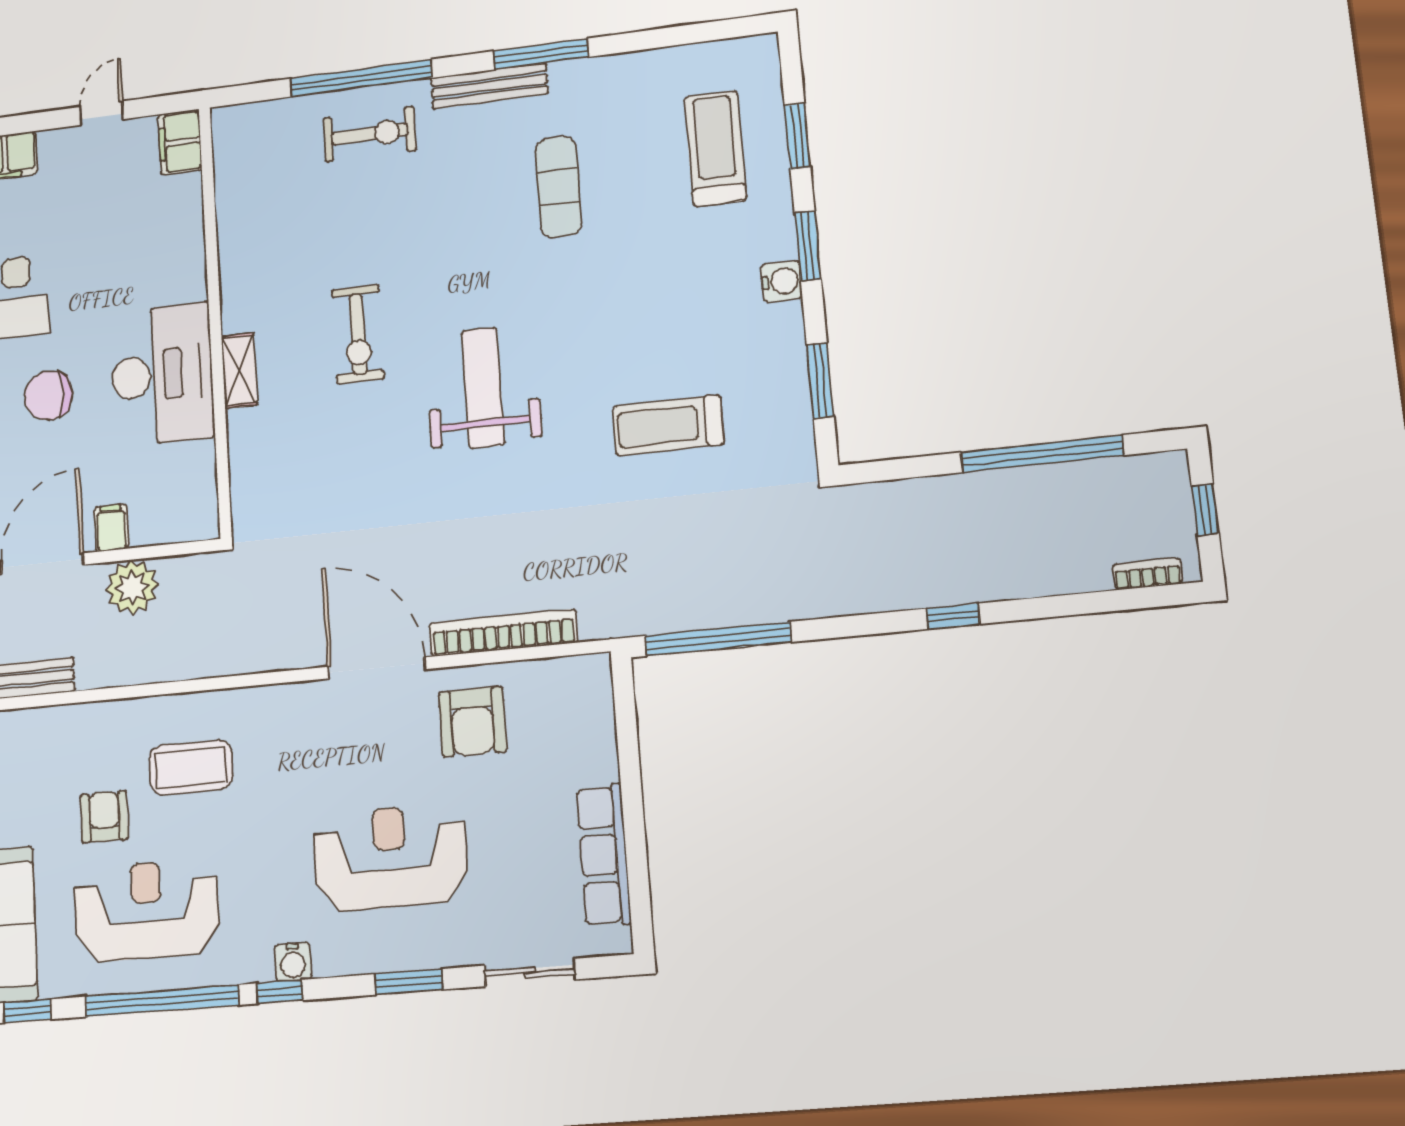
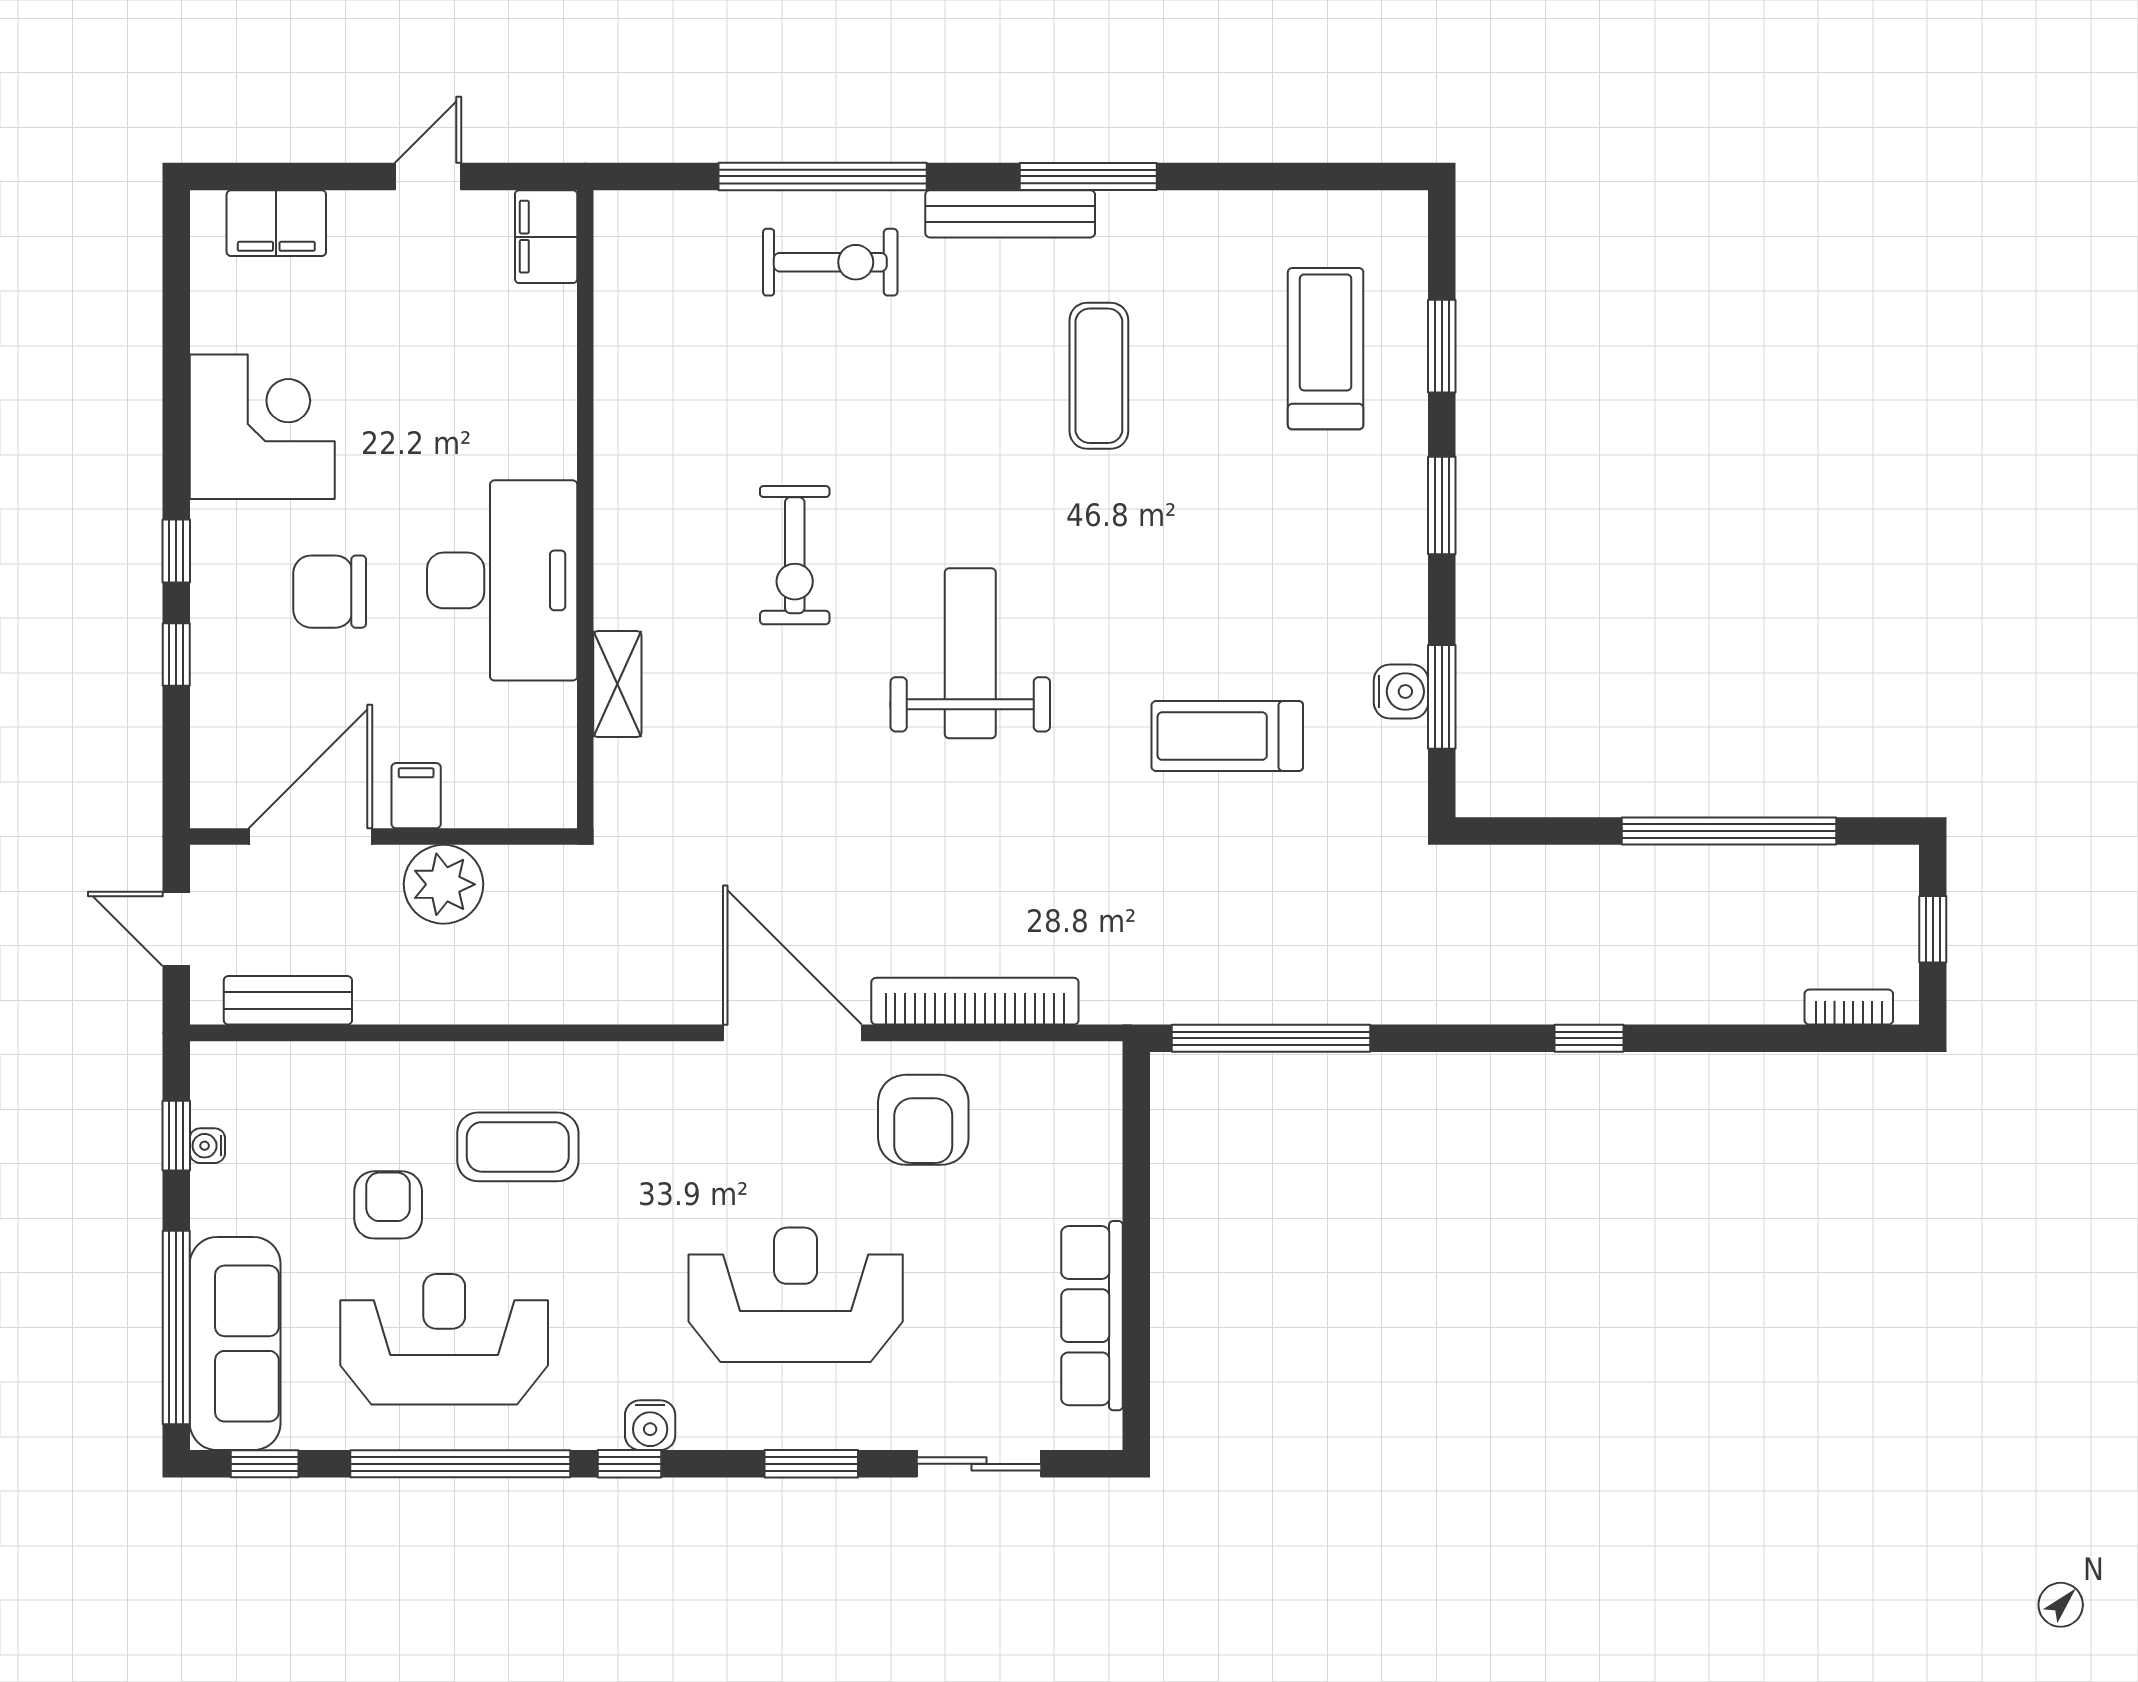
water cooler: (781, 281) -> (1401, 691), moved
shelving: (239, 371) -> (617, 684), moved

